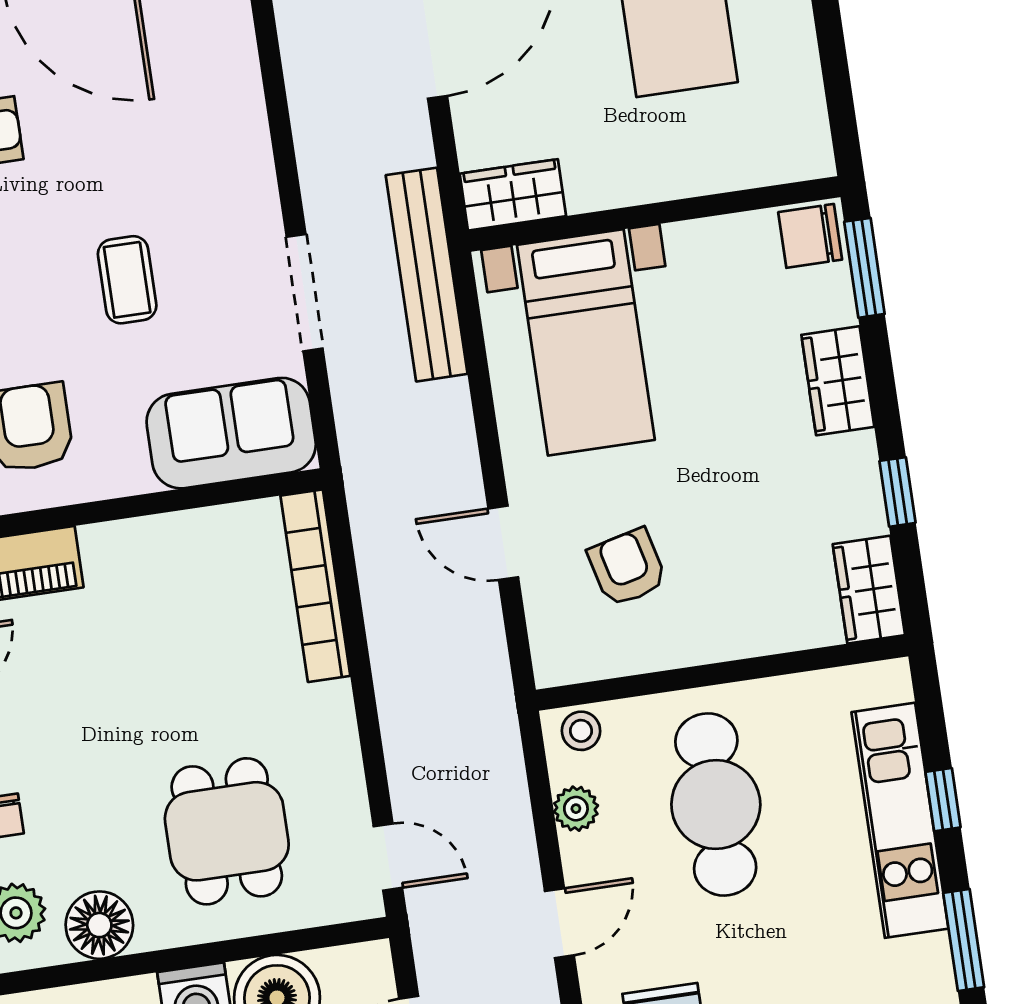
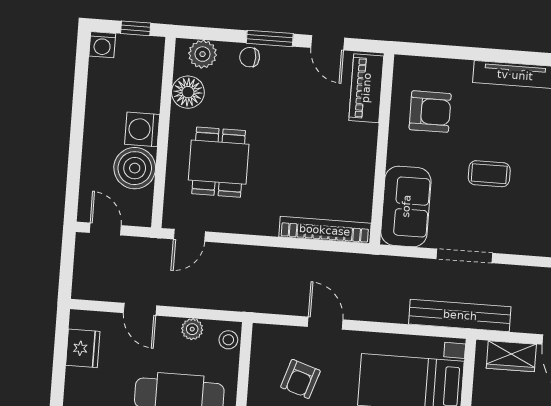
wardrobe: (513, 195) -> (511, 356), moved, turned 90
door: (503, 543) -> (325, 323), hinge flipped
armchair: (627, 567) -> (300, 379), turned 122
dining table: (227, 831) -> (219, 162), turned 90

